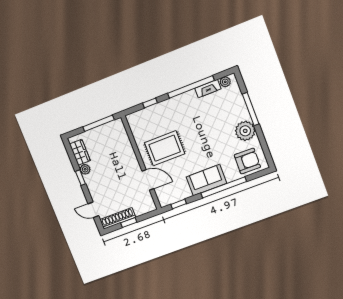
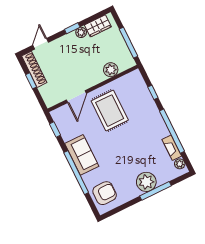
plant: (245, 131) -> (146, 182), moved
plant: (124, 143) -> (111, 70), added
armchair: (247, 161) -> (105, 193), turned -91

